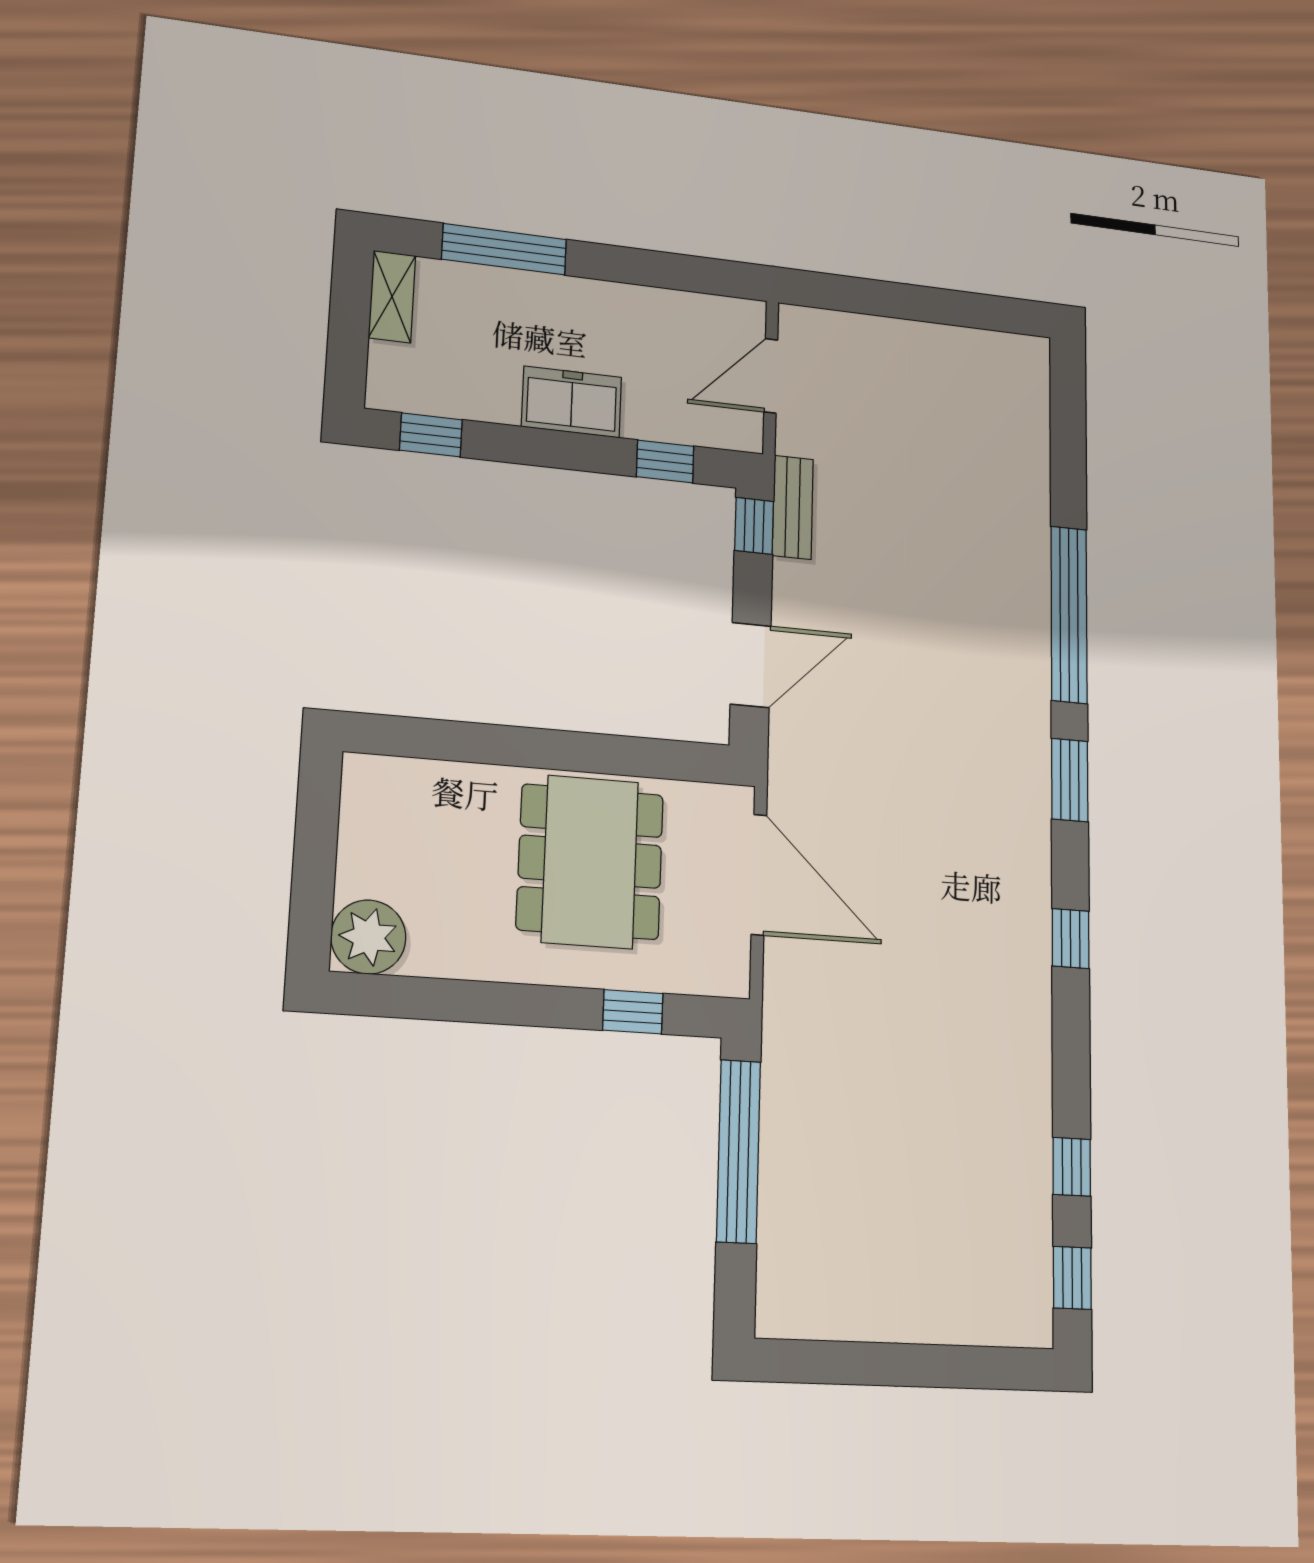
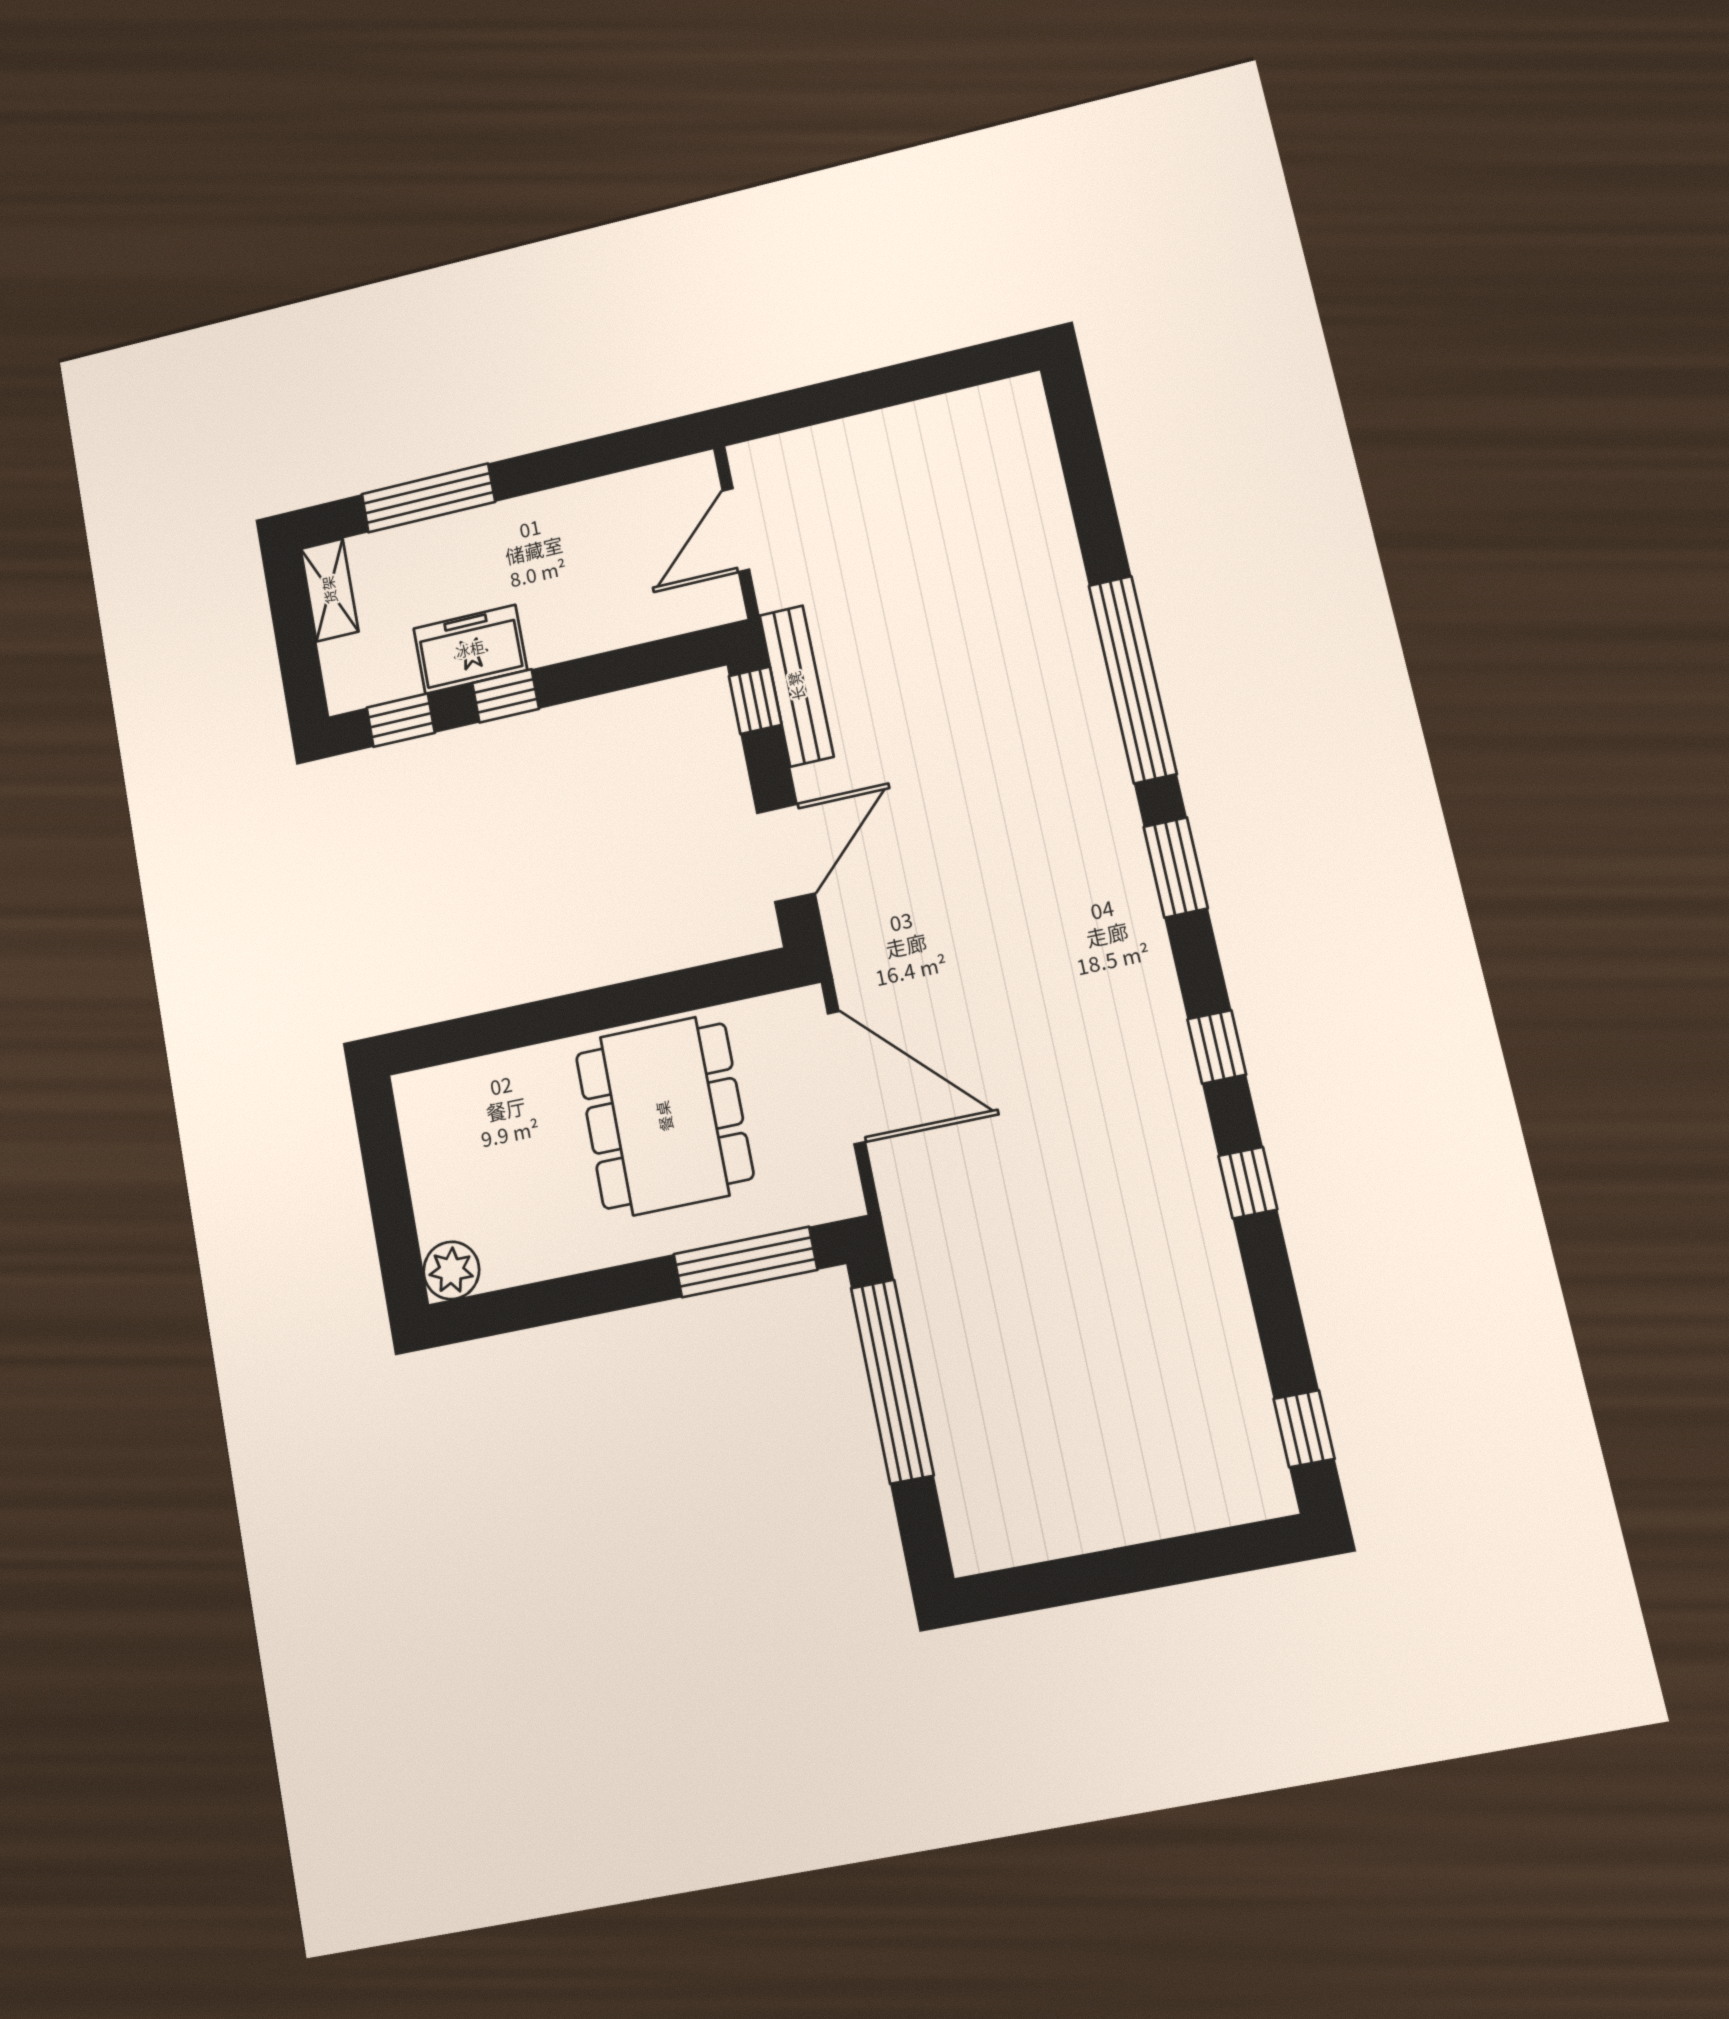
freezer: (572, 402) -> (470, 649), moved
window: (665, 461) -> (506, 696), moved
bench: (793, 507) -> (796, 686), width x1.36
plant: (368, 937) -> (451, 1270), width x0.73, depth x0.73
window: (633, 1012) -> (745, 1262), width x2.17
window: (1072, 1167) -> (1248, 1183), moved

